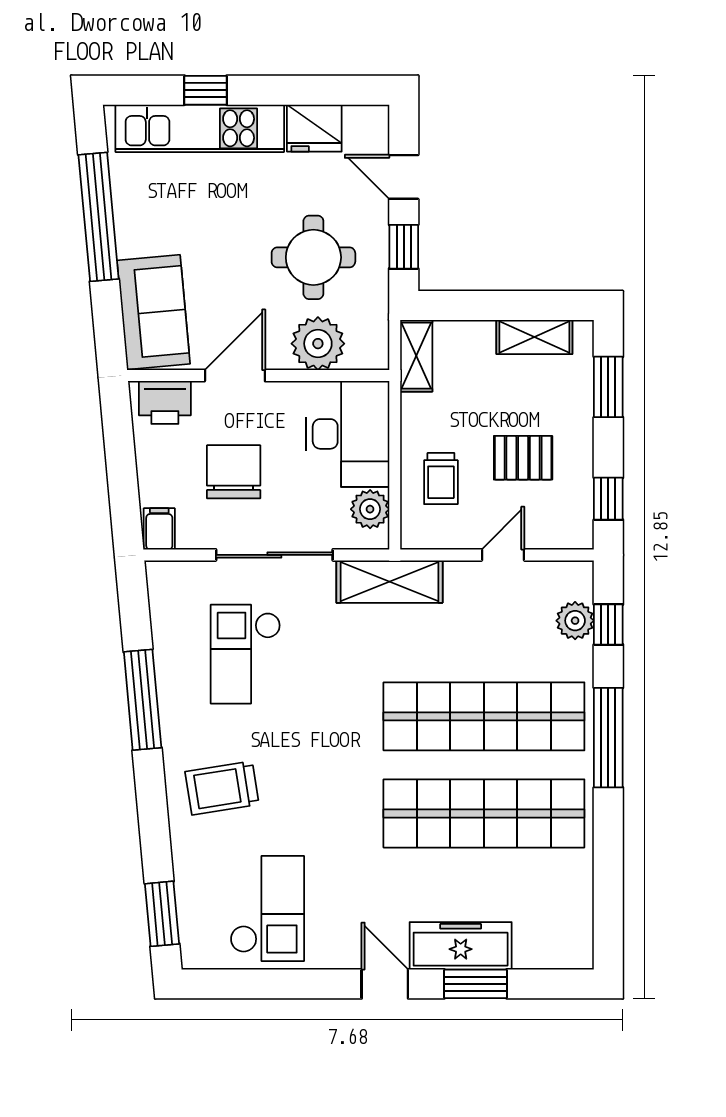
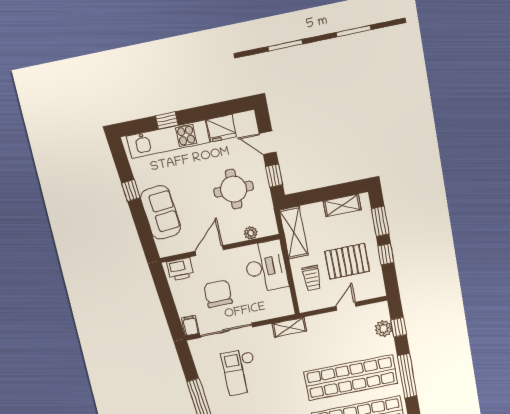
window: (99, 217) -> (131, 190), width x0.32
sofa: (153, 312) -> (161, 212), moved
plant: (318, 344) -> (251, 233), width x0.53, depth x0.53
shelving: (416, 356) -> (294, 233), width x1.50, depth x1.33
pallet: (523, 458) -> (347, 261), width x1.50, depth x1.42
window: (608, 499) -> (386, 254), moved
plant: (370, 509) -> (283, 298), removed
sliding door: (274, 555) -> (226, 330), moved
shelving: (389, 582) -> (289, 327), width x0.67, depth x0.75

